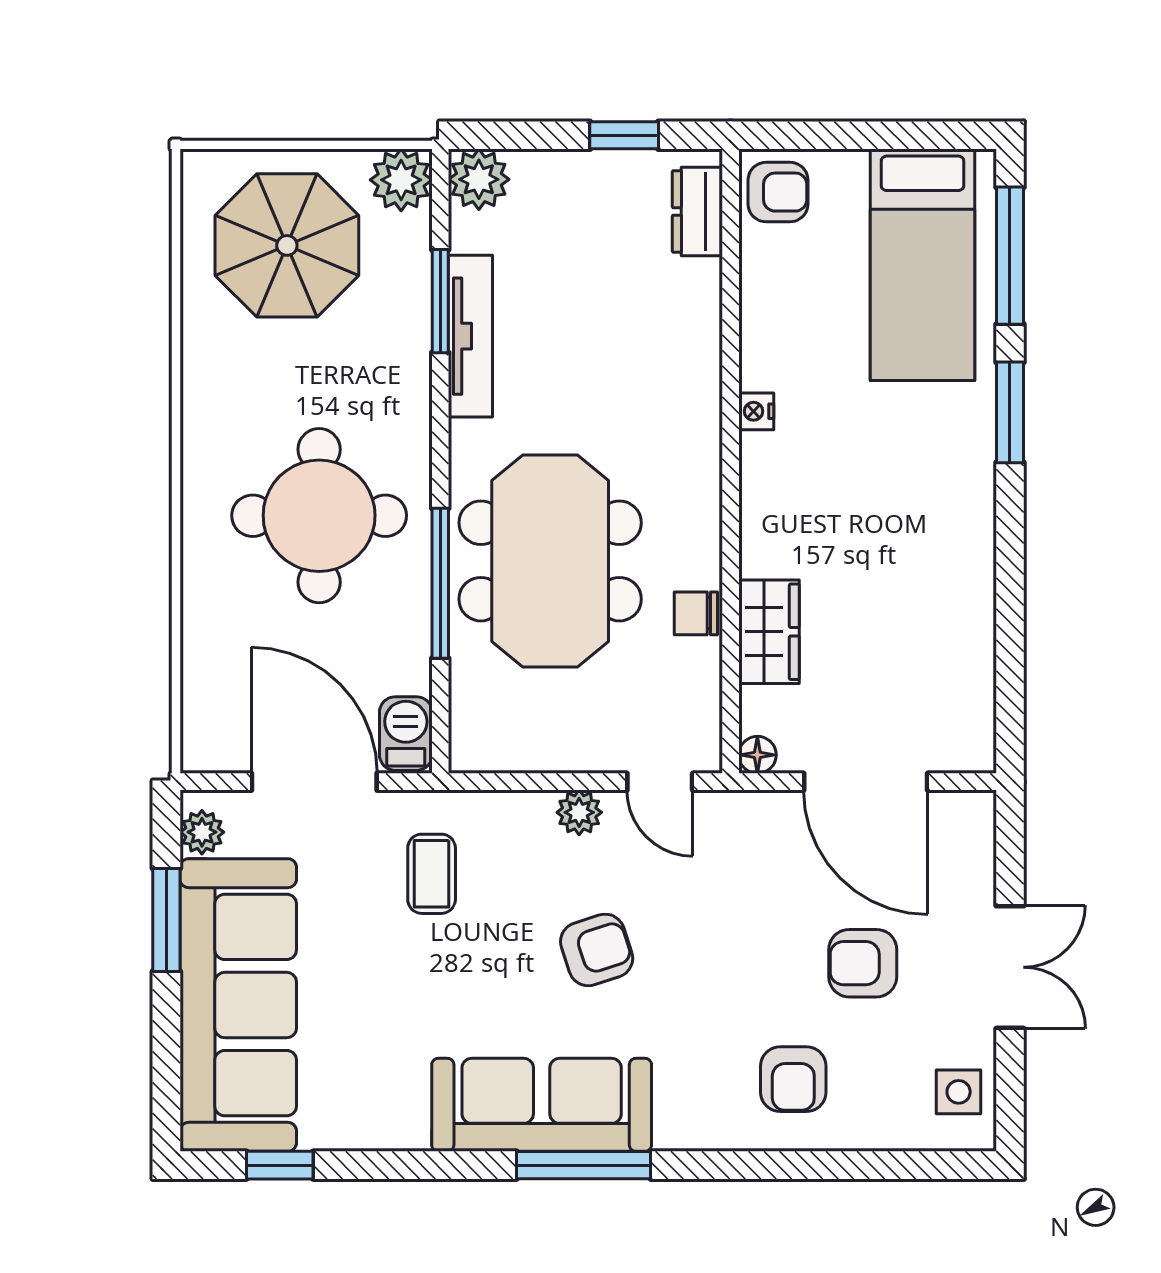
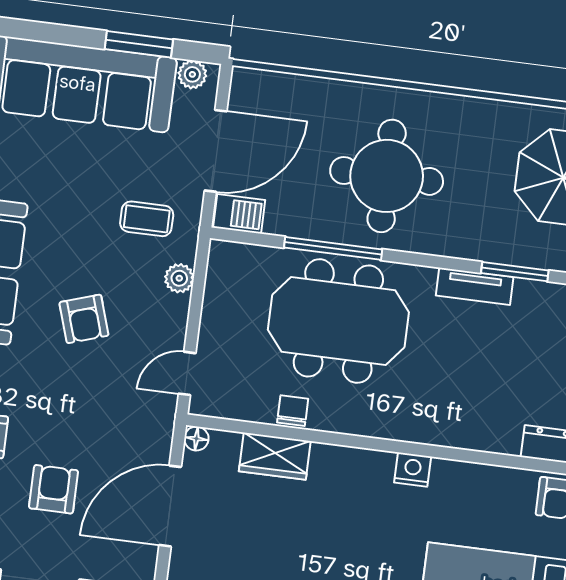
tv unit: (470, 336) -> (475, 286), width x0.71
nightstand: (756, 411) -> (413, 470), width x1.39, depth x1.35
plant: (579, 812) -> (179, 278), moved

